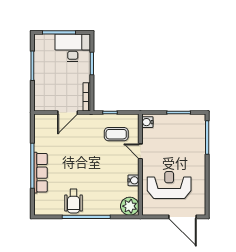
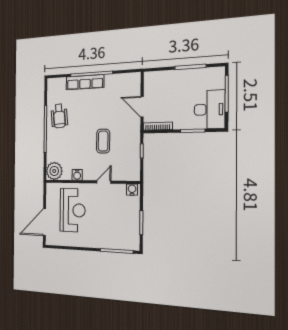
coffee table: (116, 134) -> (103, 141), moved
wheelchair: (74, 201) -> (59, 116), turned -95

